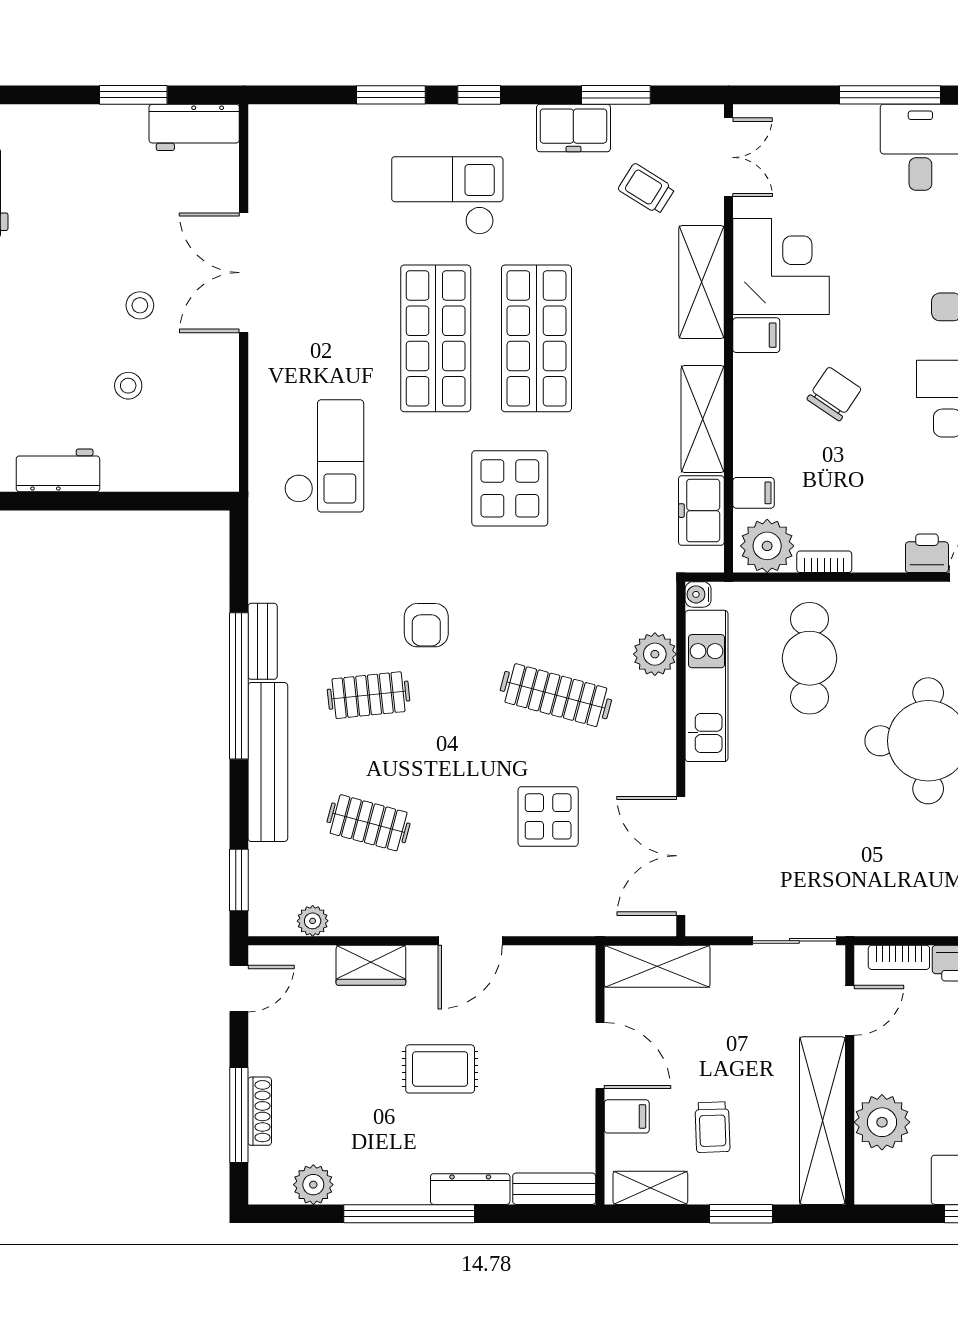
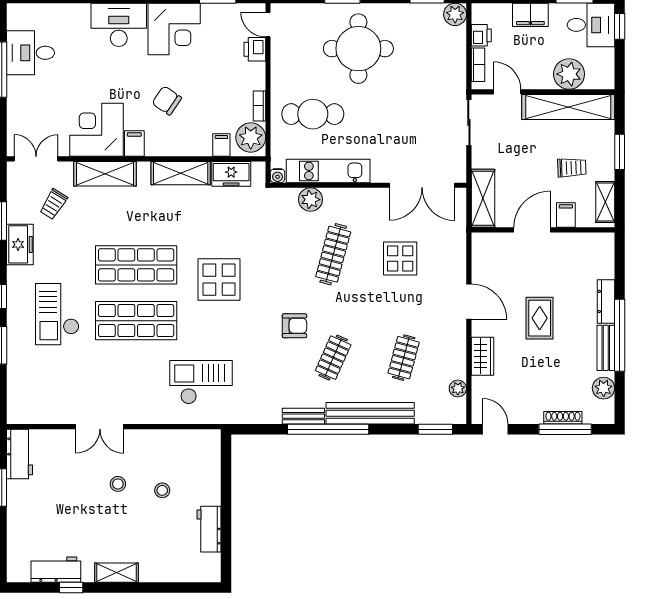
double door: (244, 273) -> (100, 427), width x0.73
clothes rail: (369, 695) -> (333, 358), turned 30
bench: (554, 1189) -> (606, 348), moved

